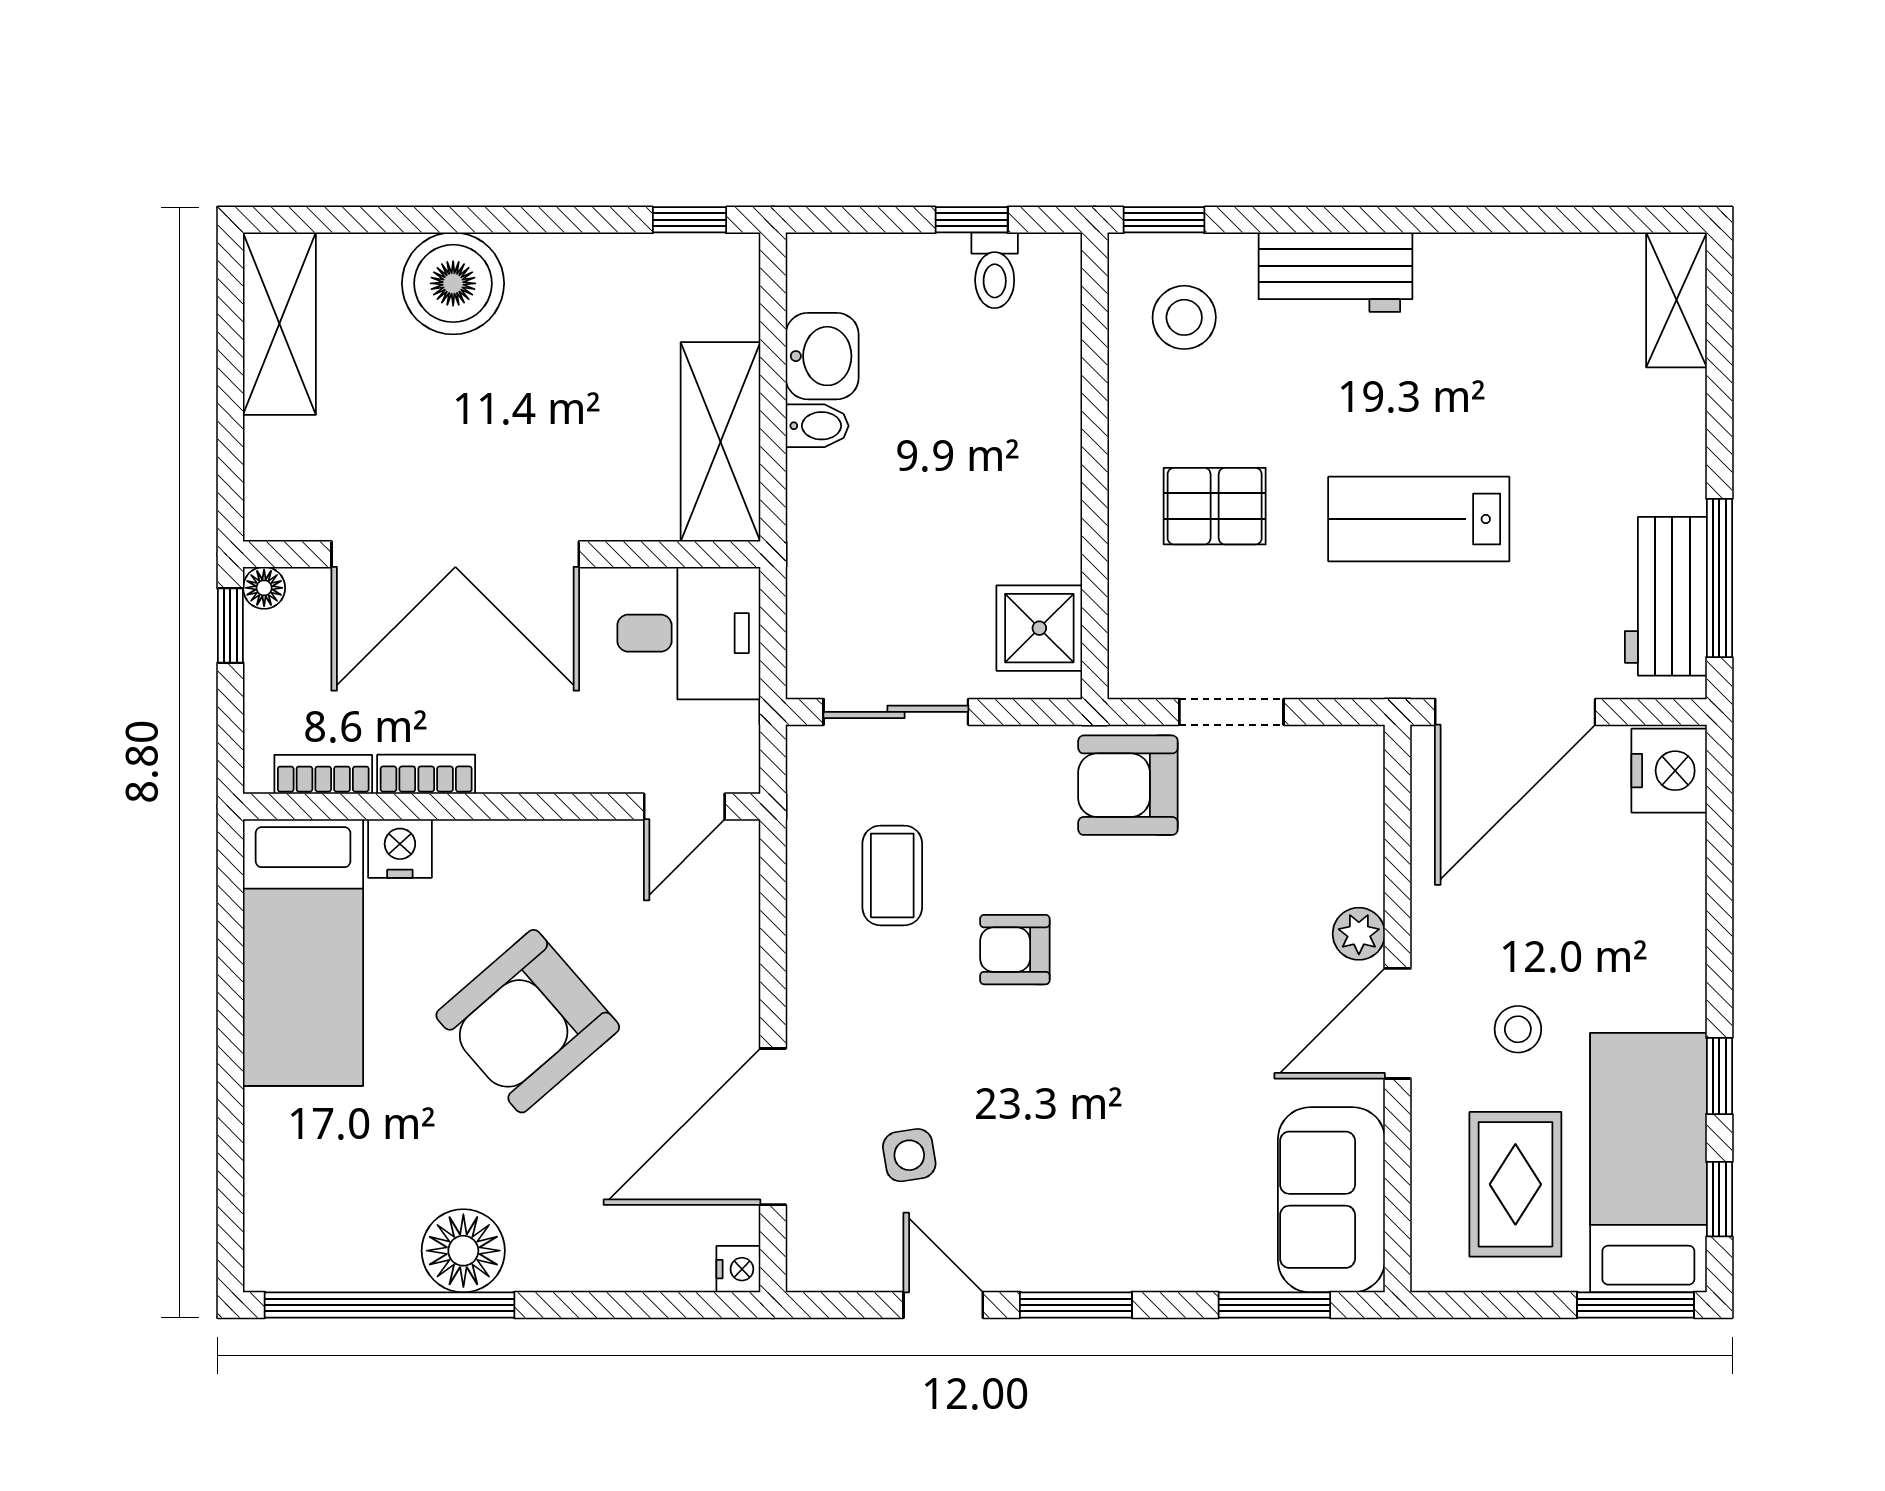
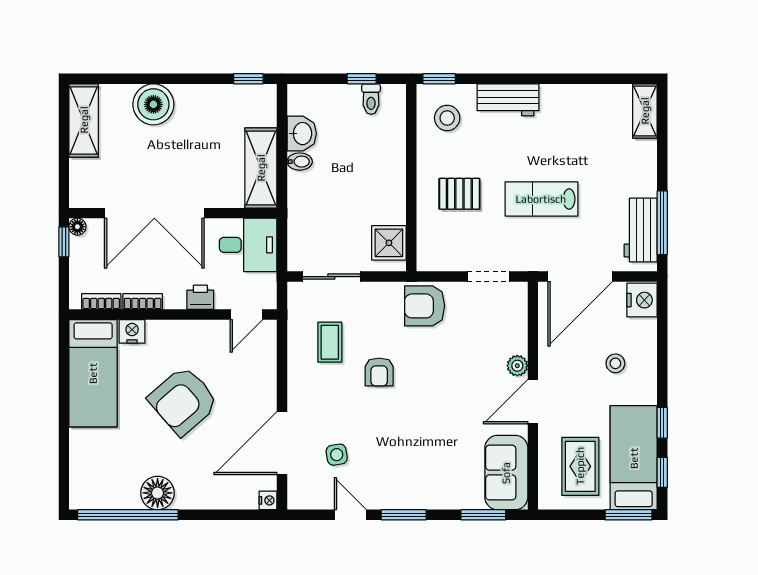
doorway: (1231, 712) -> (488, 277), moved
printer: (570, 764) -> (200, 297), added
armchair: (1015, 950) -> (379, 372), turned -90
stool: (1518, 1029) -> (615, 363), moved

